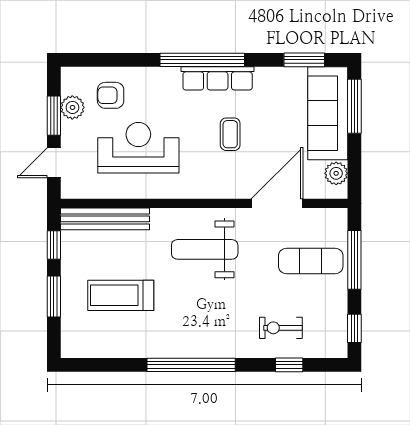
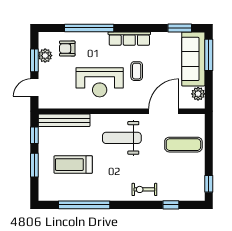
window: (202, 60) -> (89, 28), moved
reception desk: (138, 148) -> (100, 82), moved, turned 180
window: (354, 260) -> (209, 144), removed
exercise bike: (281, 328) -> (144, 189), moved
window: (191, 365) -> (84, 205), moved

